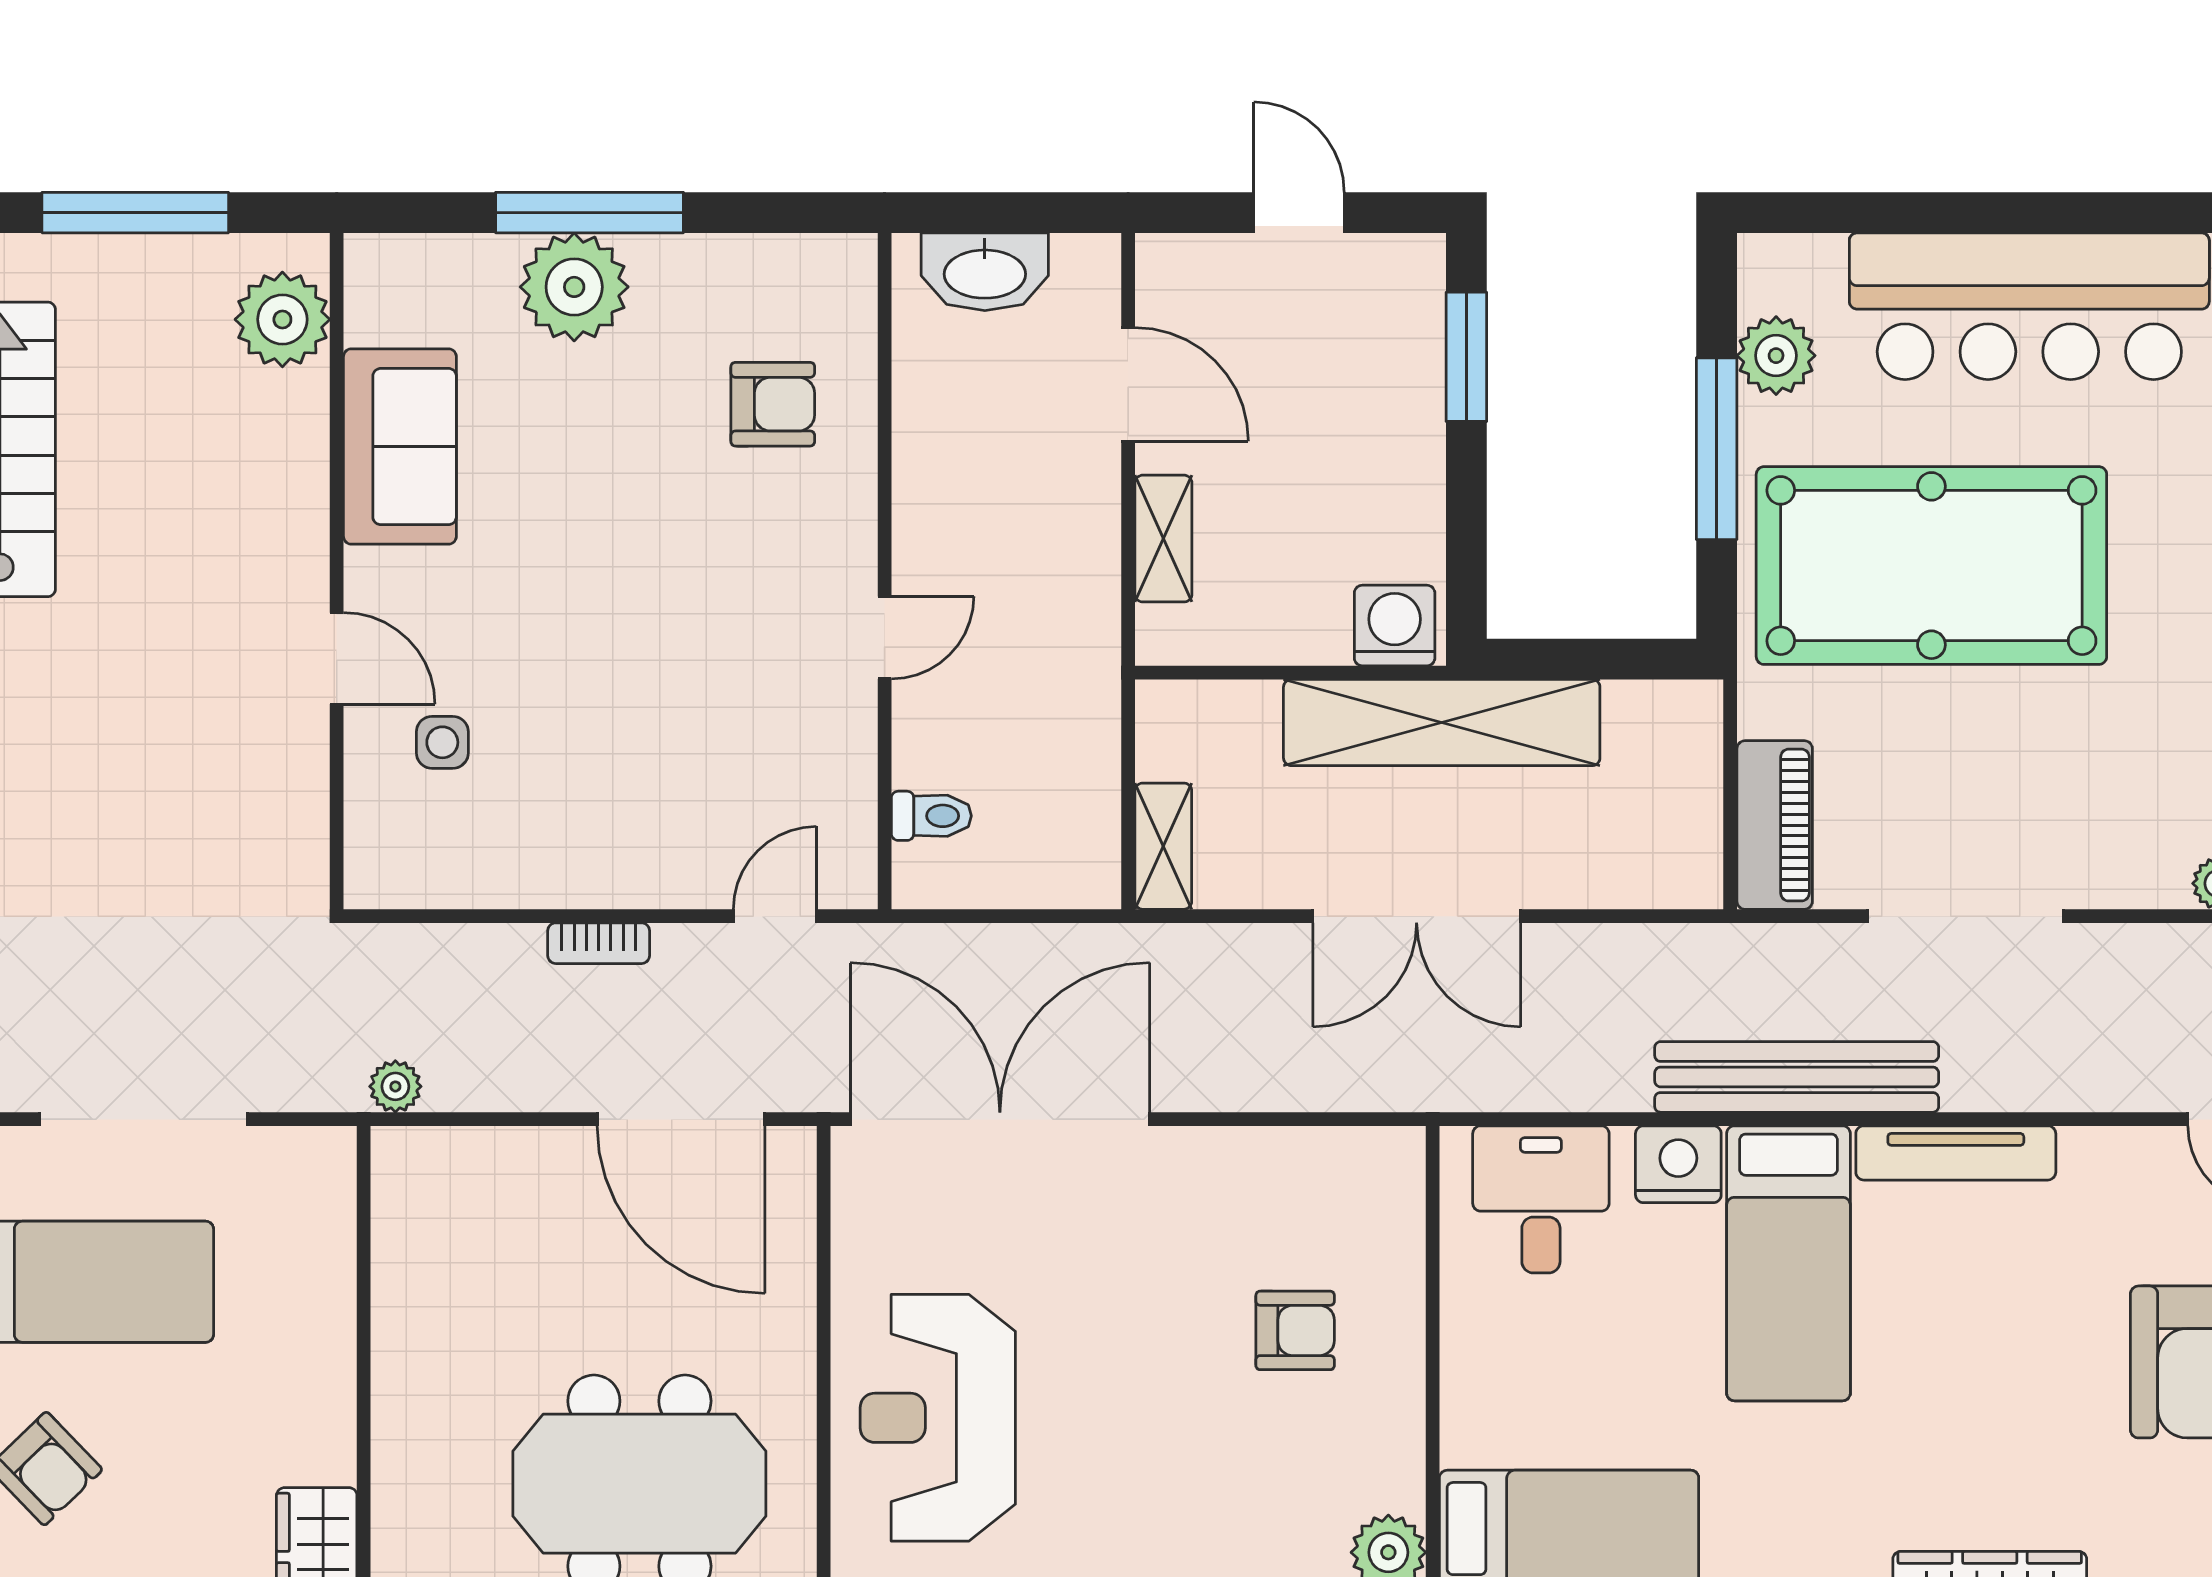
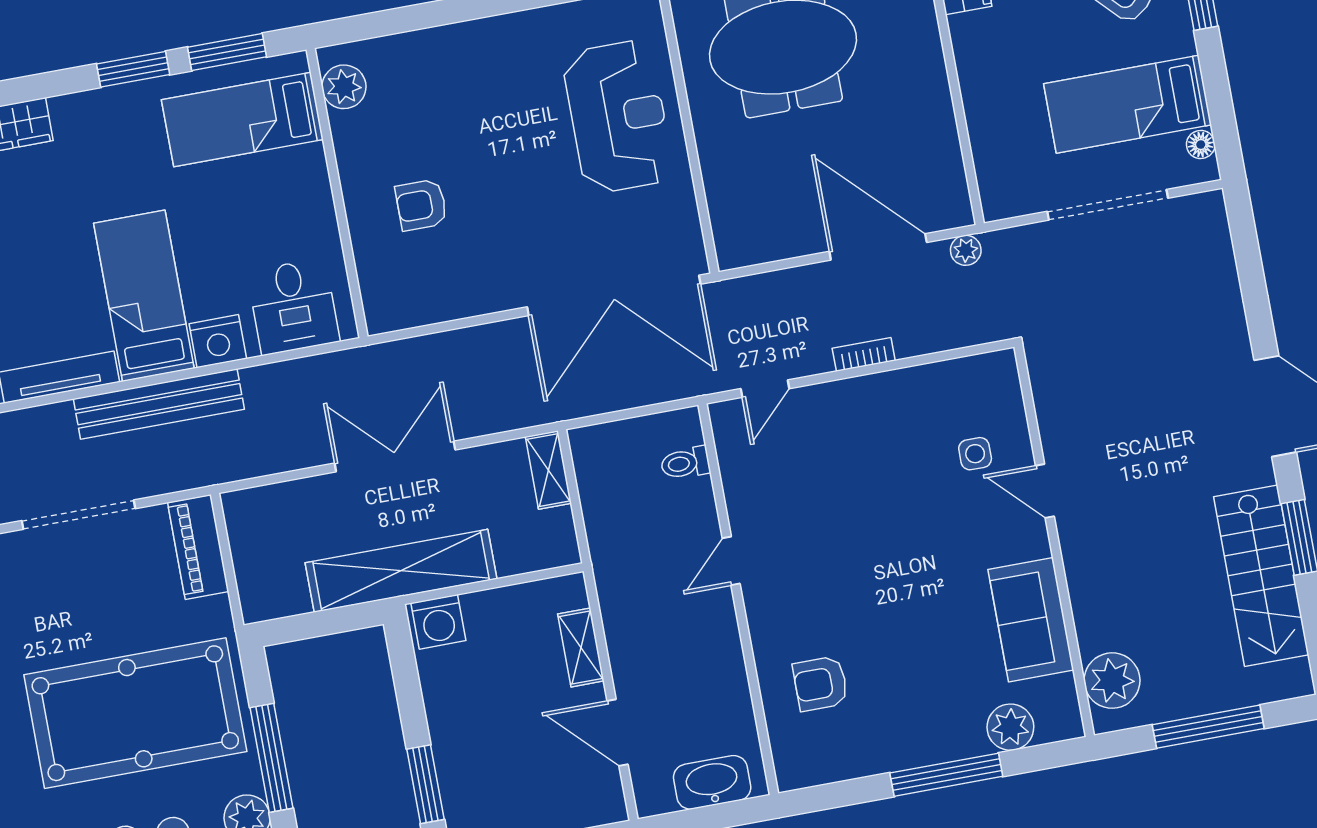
plant: (574, 287) -> (1010, 727), moved, width x0.73, depth x0.73
door: (681, 1119) -> (878, 247), moved

